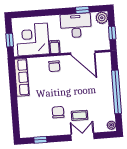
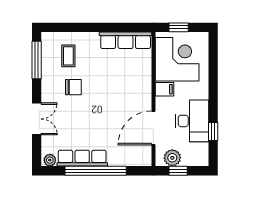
plant: (102, 18) -> (172, 158), moved
chair: (54, 66) -> (138, 87), removed
row of seats: (108, 102) -> (82, 158), added
coffee table: (80, 115) -> (68, 56), moved
window: (40, 140) -> (37, 60), width x2.17

